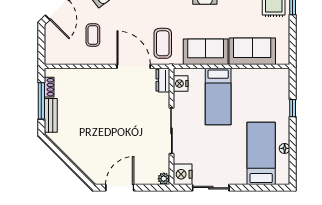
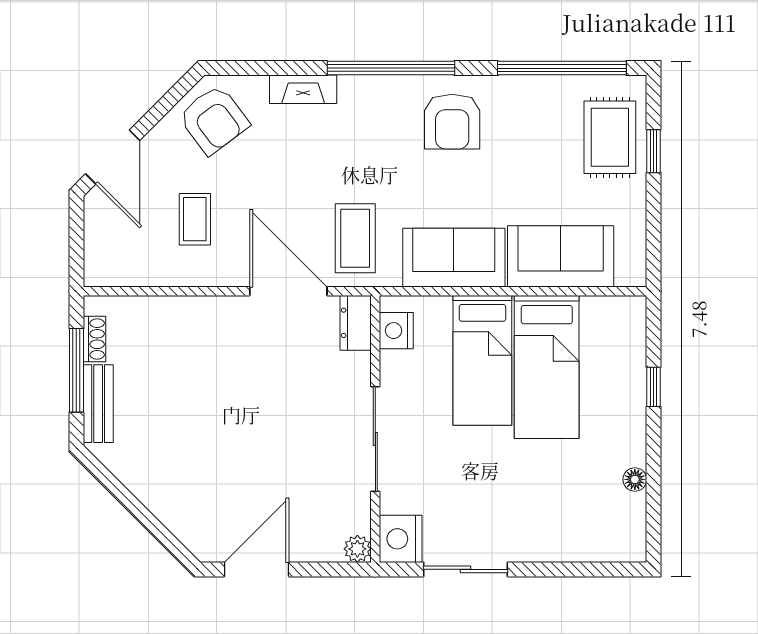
bed: (261, 153) -> (547, 367), moved, turned 180

